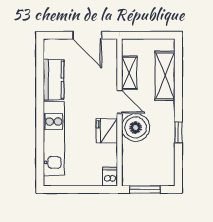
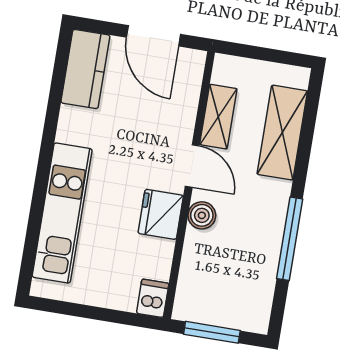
kitchen counter: (54, 80) -> (85, 69), moved
boiler: (136, 128) -> (202, 215), width x0.54, depth x0.54
window: (178, 132) -> (290, 239), width x2.17

